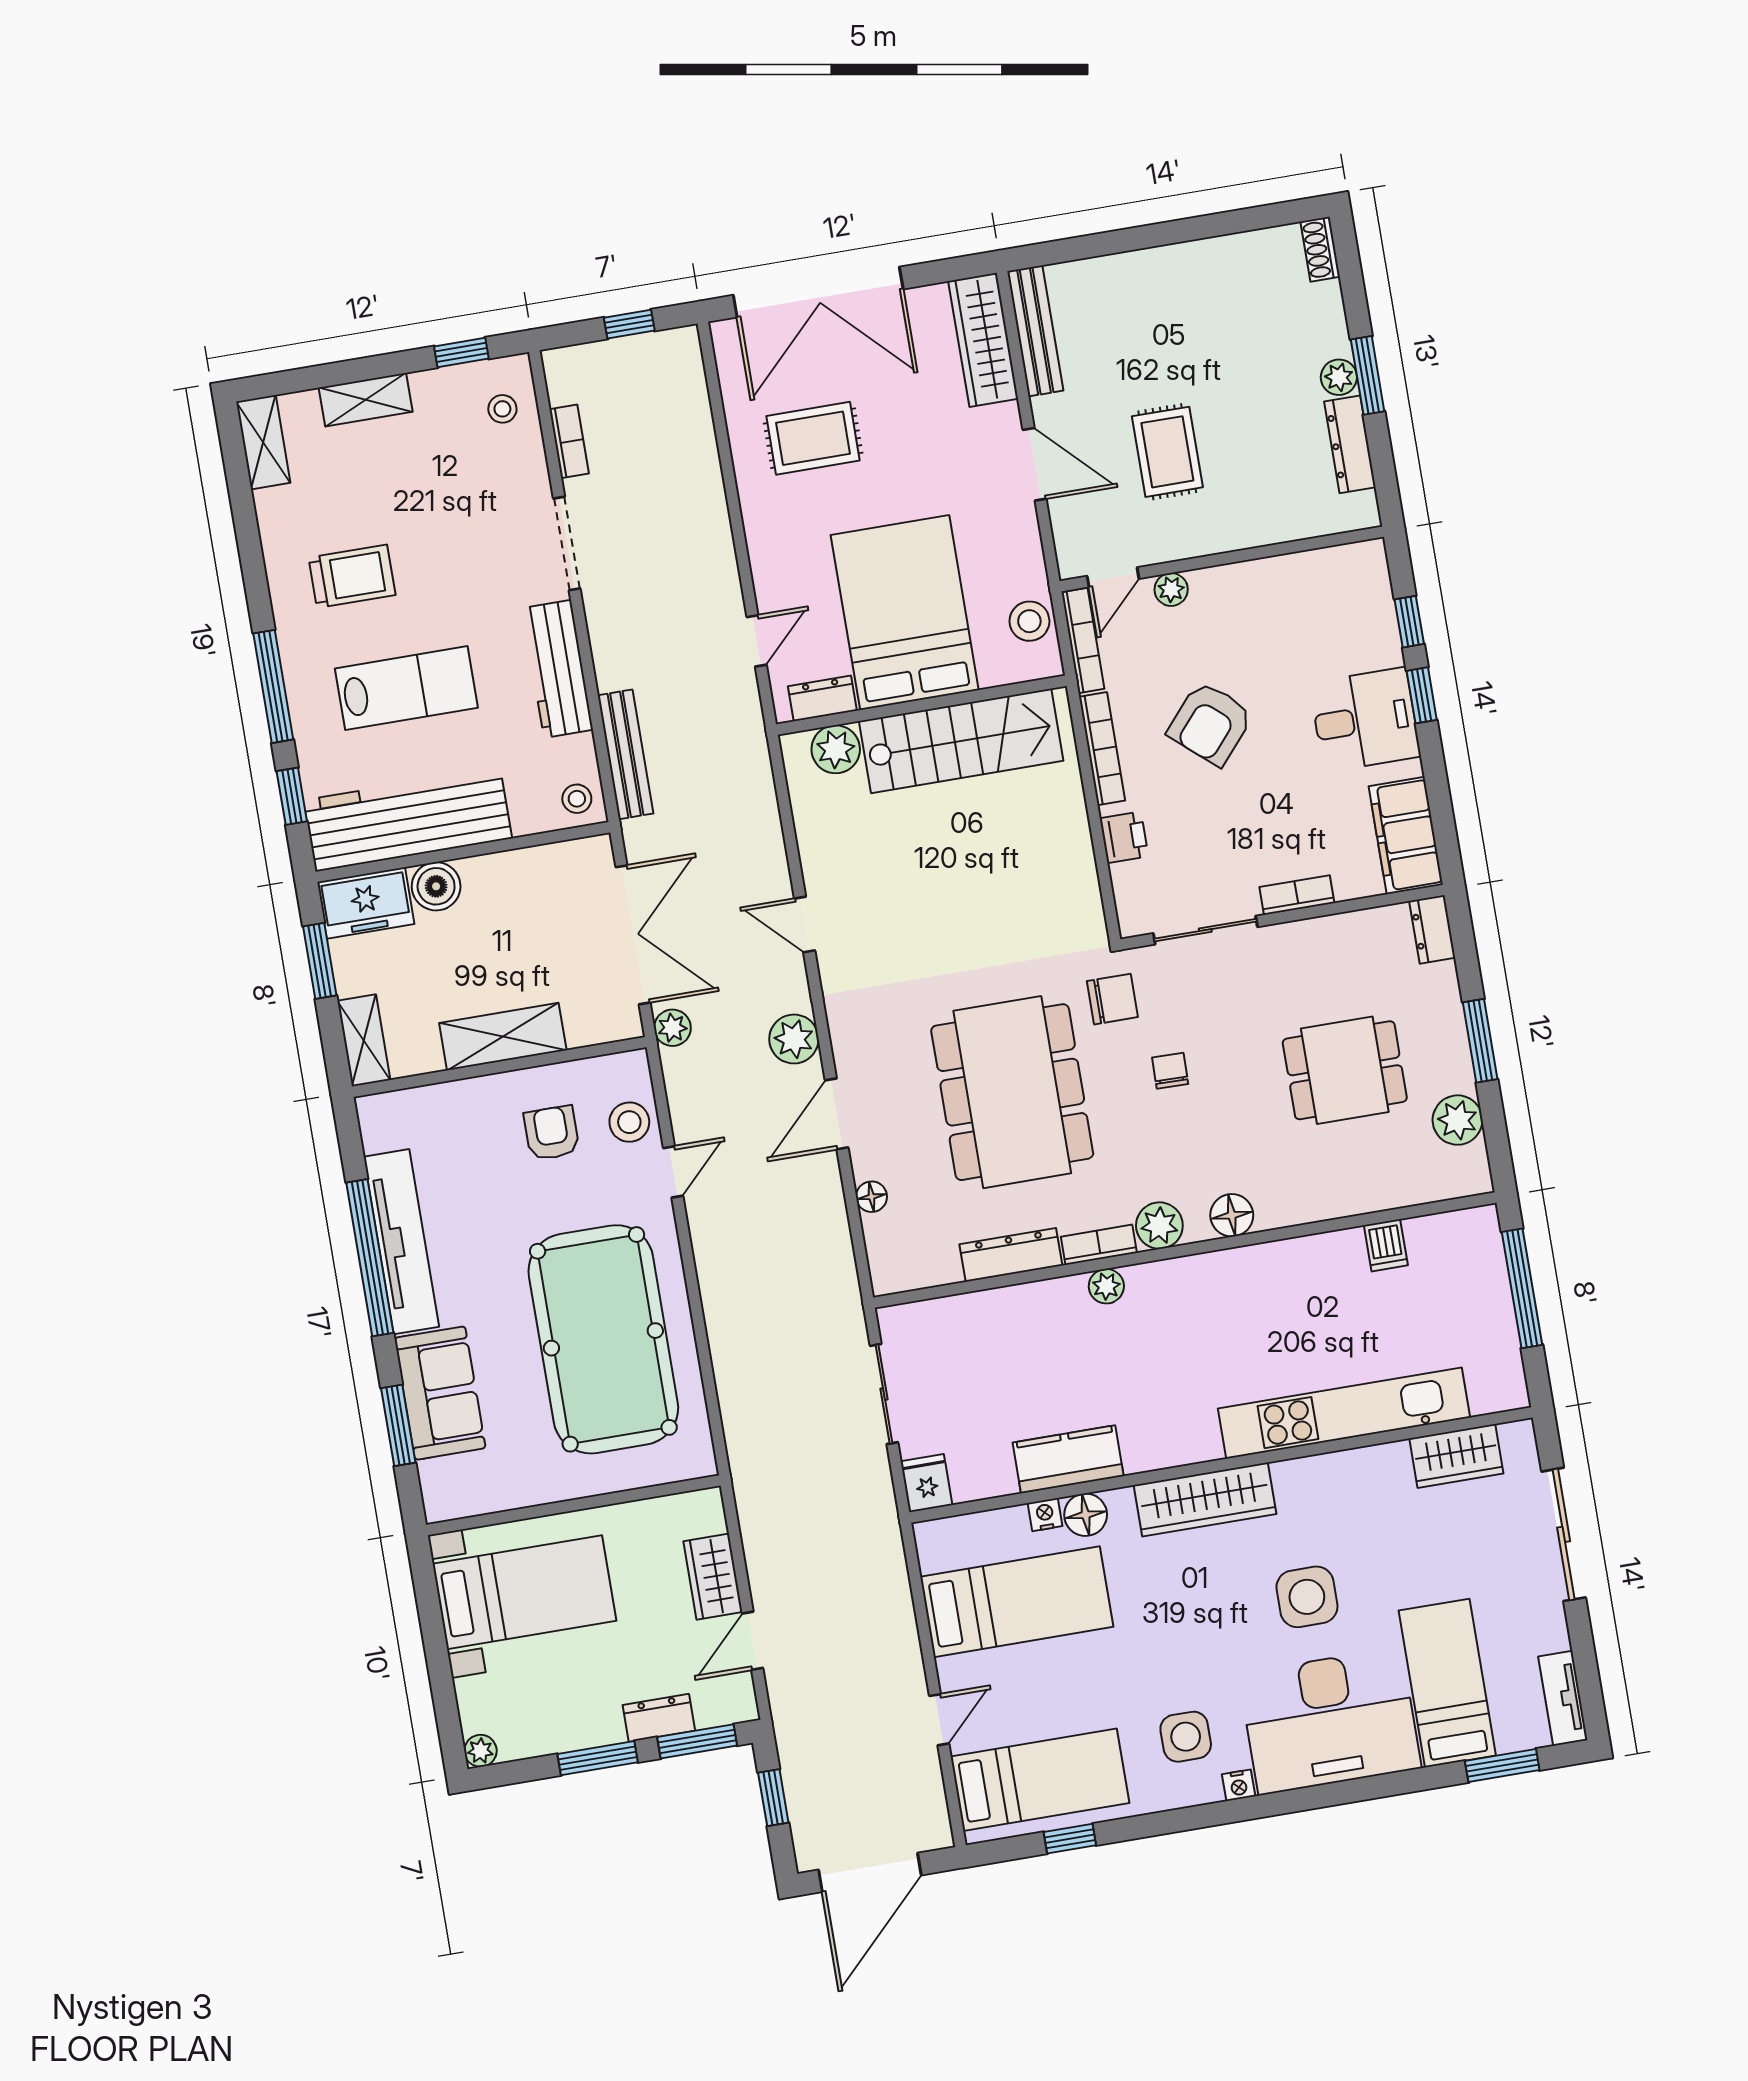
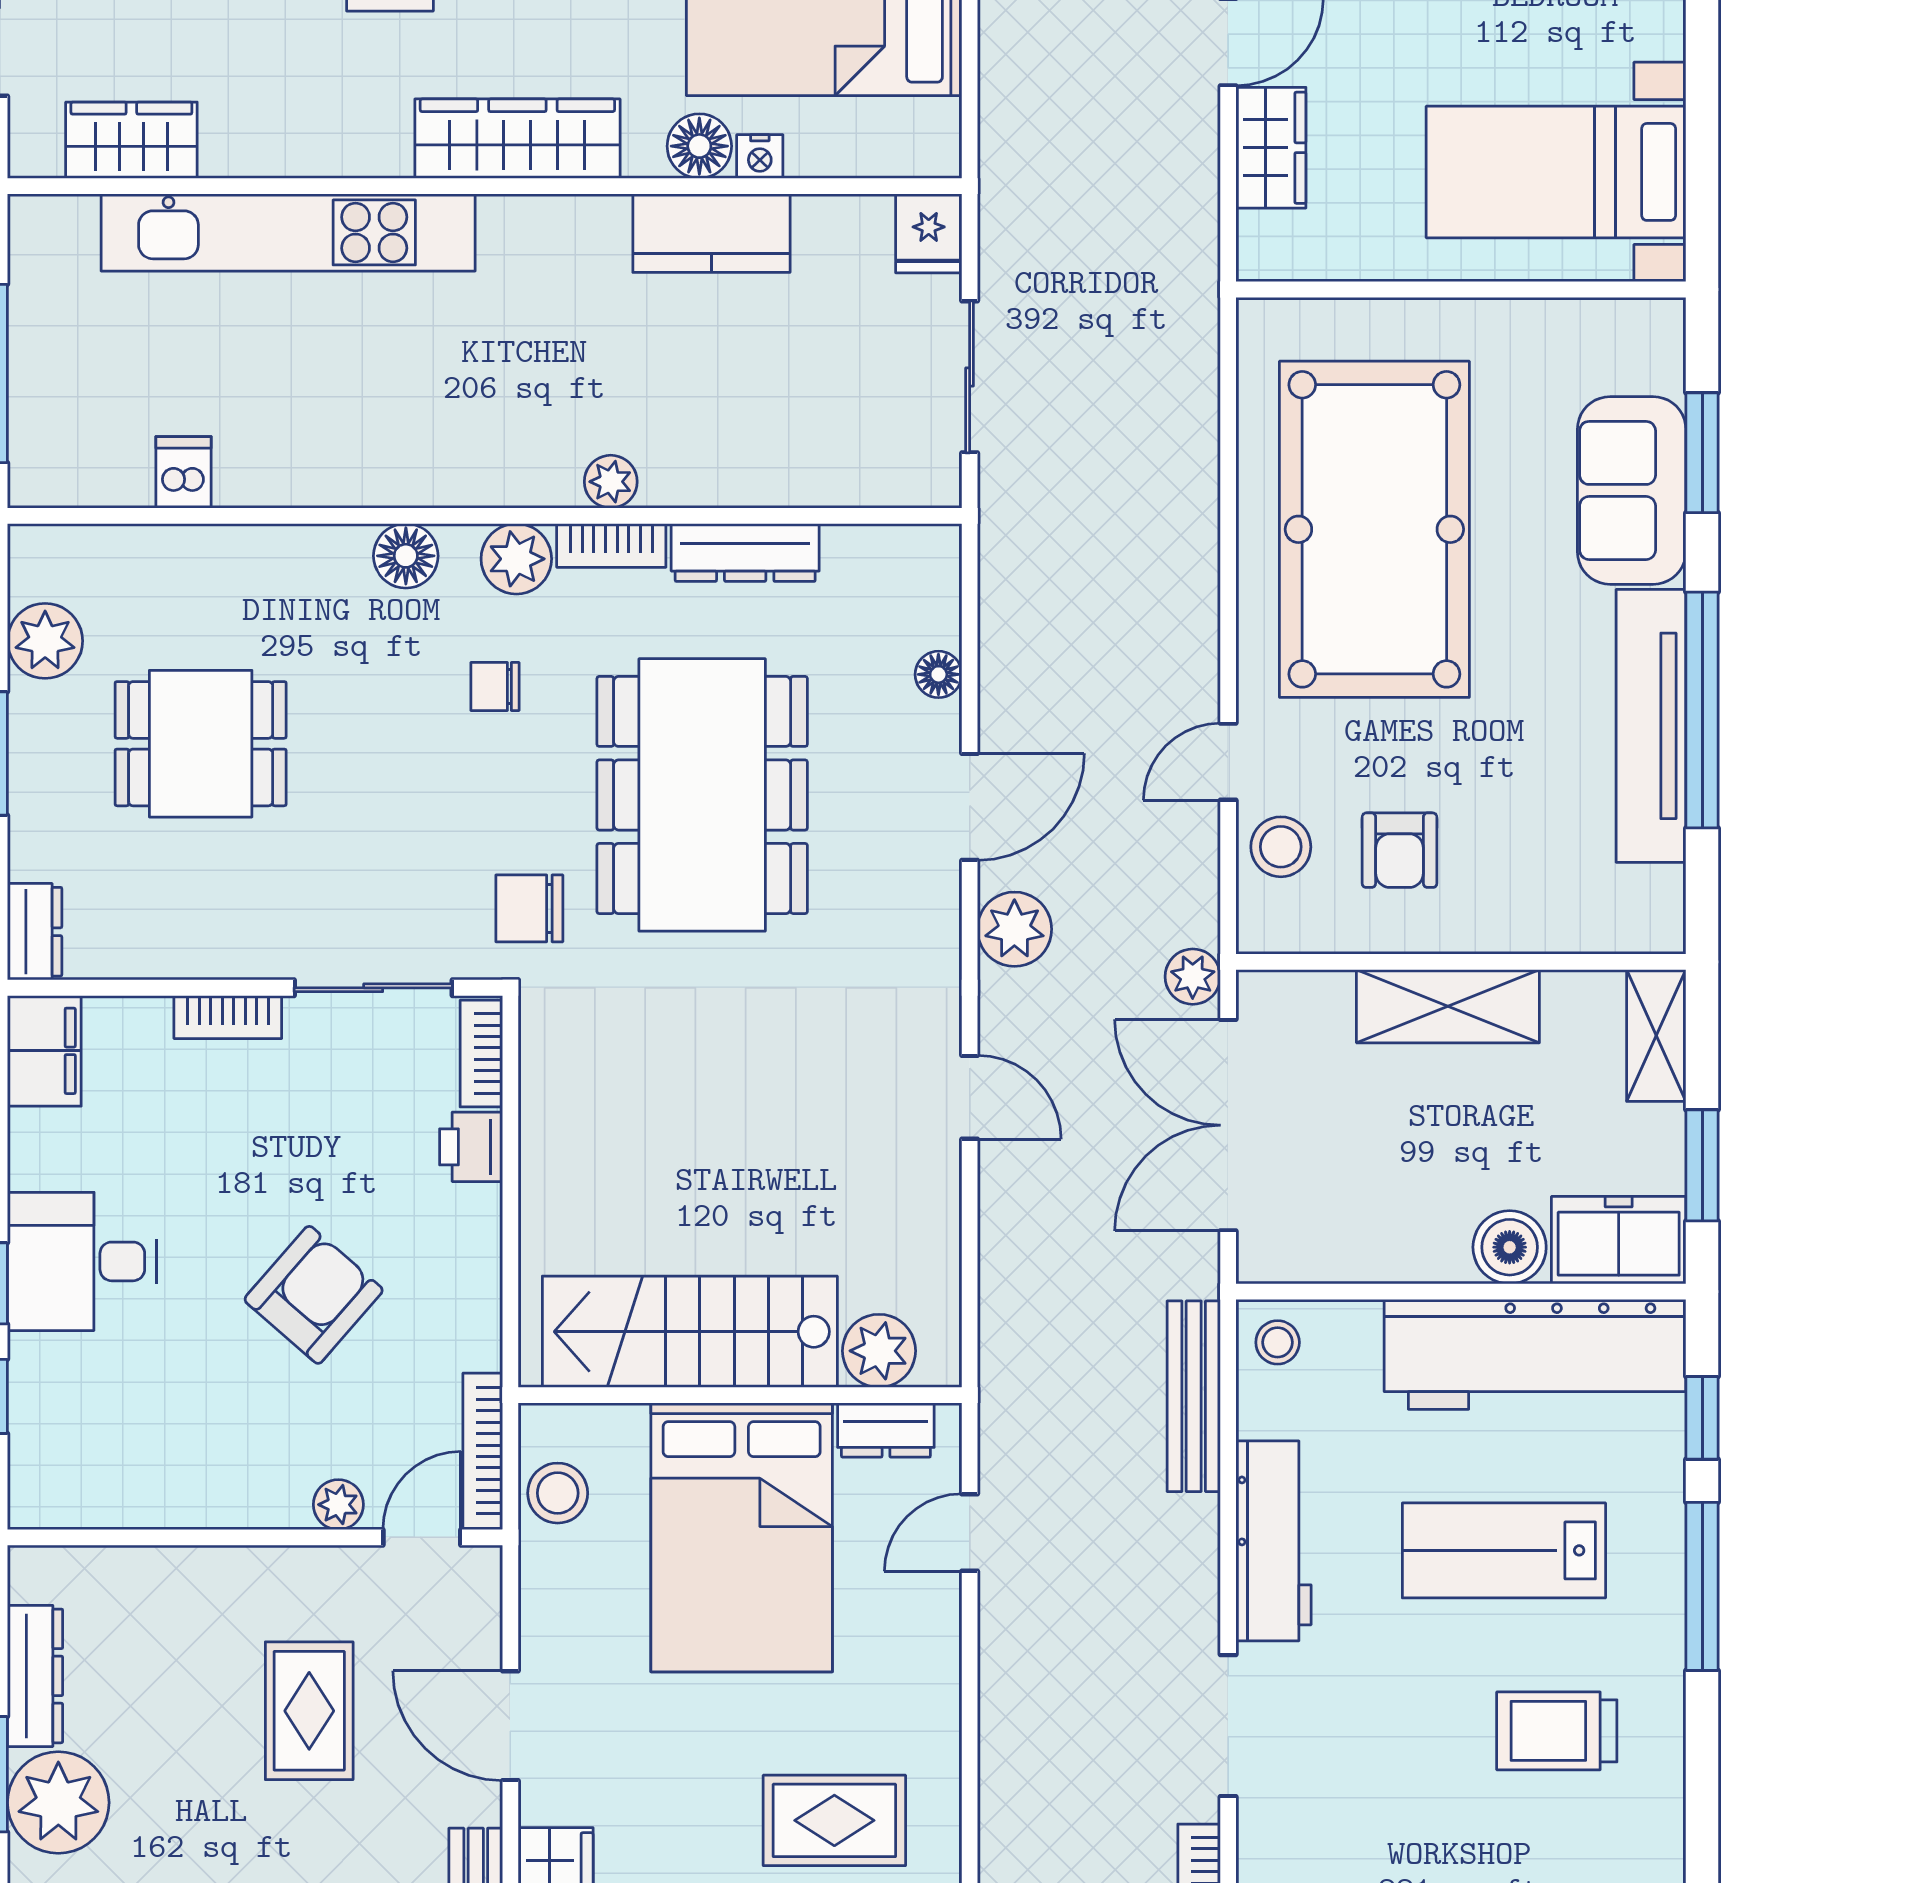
plant: (1339, 377) -> (58, 1803), width x1.87, depth x1.87
bookcase: (1102, 749) -> (481, 1054), moved, width x0.64
filing cabinet: (1406, 835) -> (44, 1051), width x0.67, depth x0.86
chair: (1170, 1071) -> (495, 687), moved, turned 89

